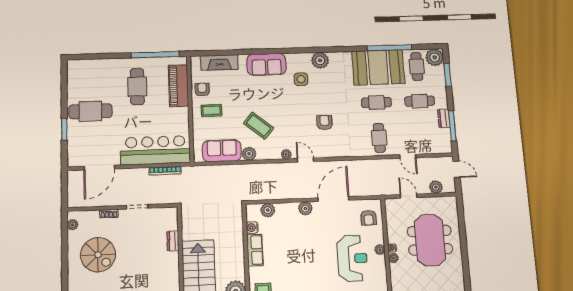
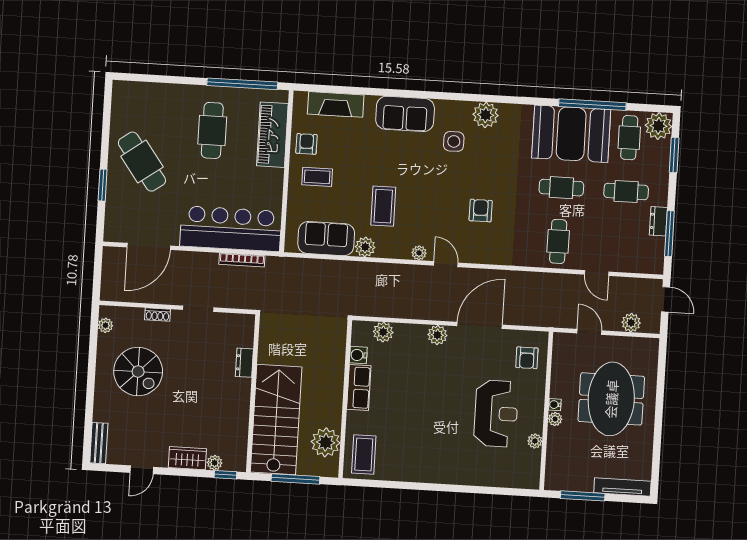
cafe table: (90, 111) -> (142, 162), turned 54
coffee table: (258, 126) -> (383, 206), turned 50
plant: (380, 250) -> (535, 441), moved

